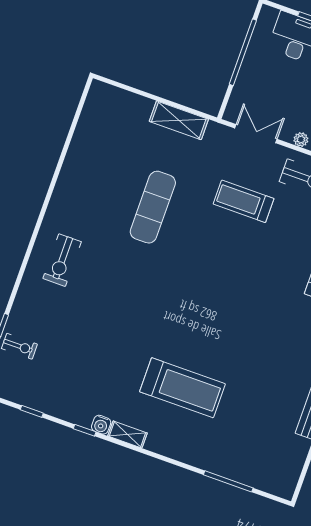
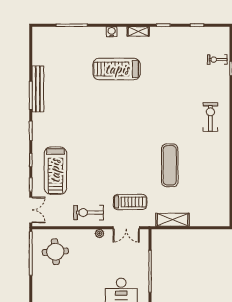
treadmill: (244, 201) -> (130, 202), moved
water cooler: (101, 425) -> (112, 32), moved

